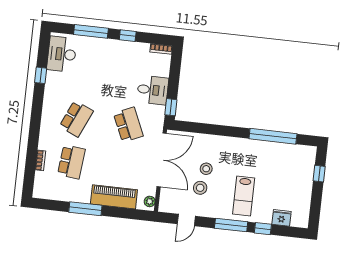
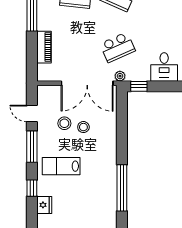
desk: (153, 90) -> (164, 67), moved
piano: (114, 197) -> (44, 47), width x0.73, depth x0.75
plant: (150, 201) -> (120, 76), moved
window: (231, 225) -> (32, 147), moved

